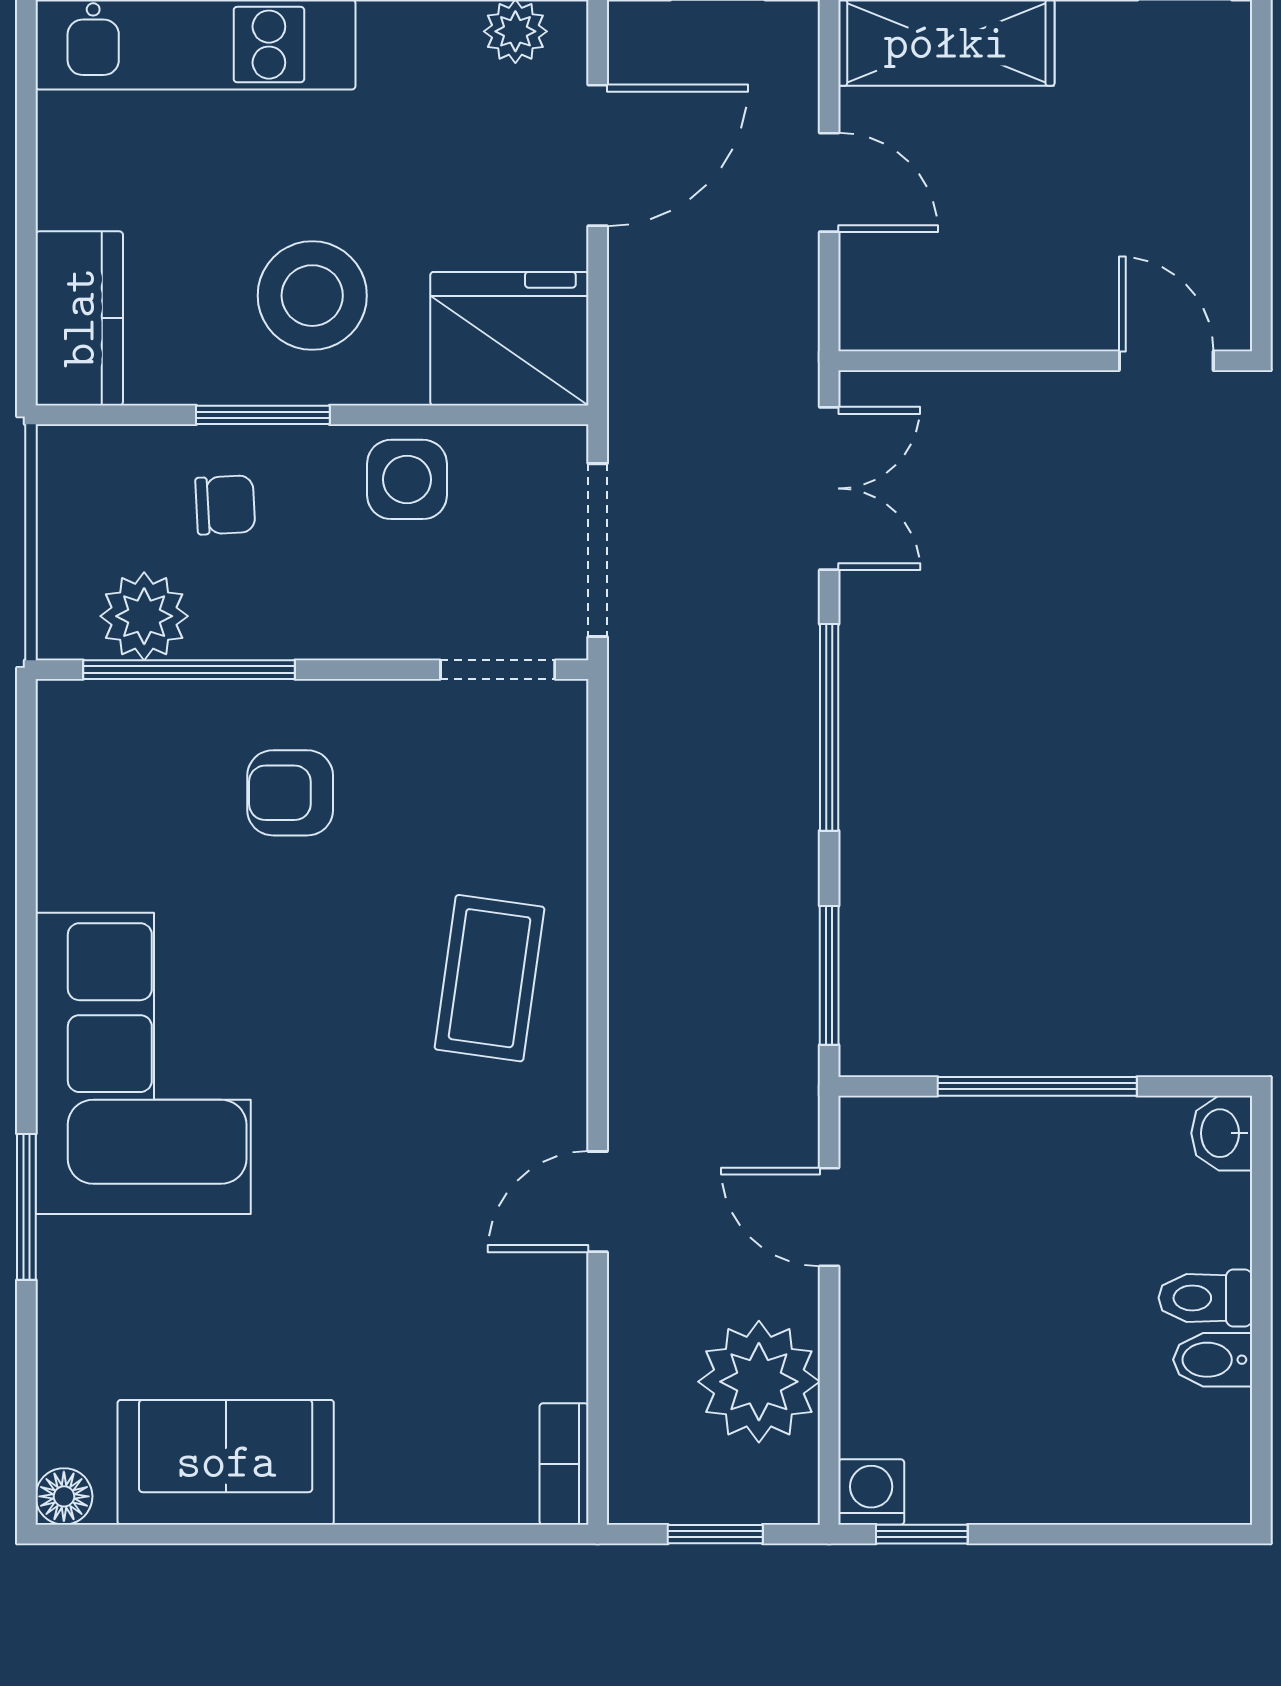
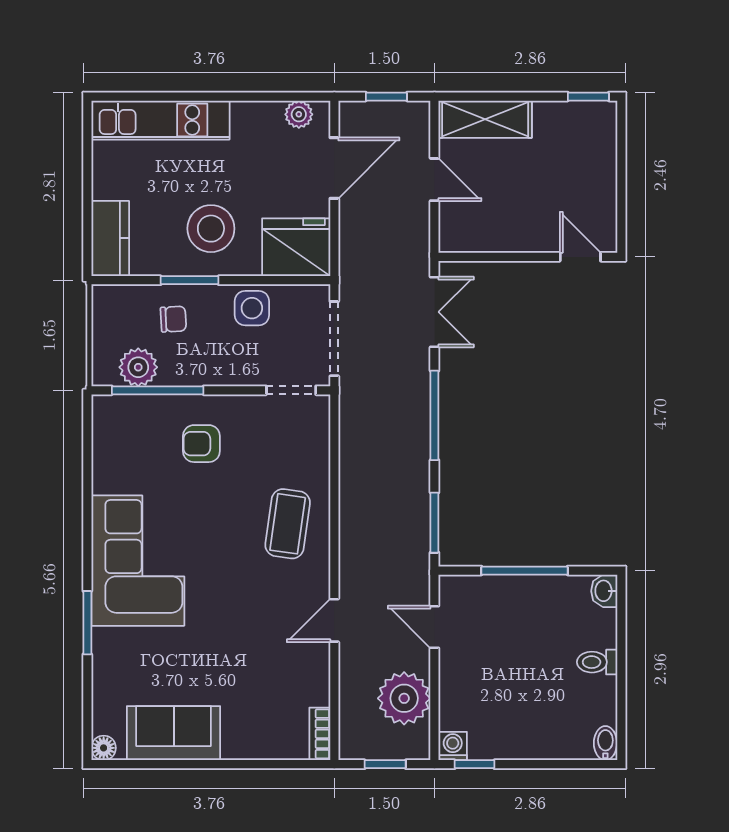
bidet: (1213, 1360) -> (605, 743), moved, turned 90

